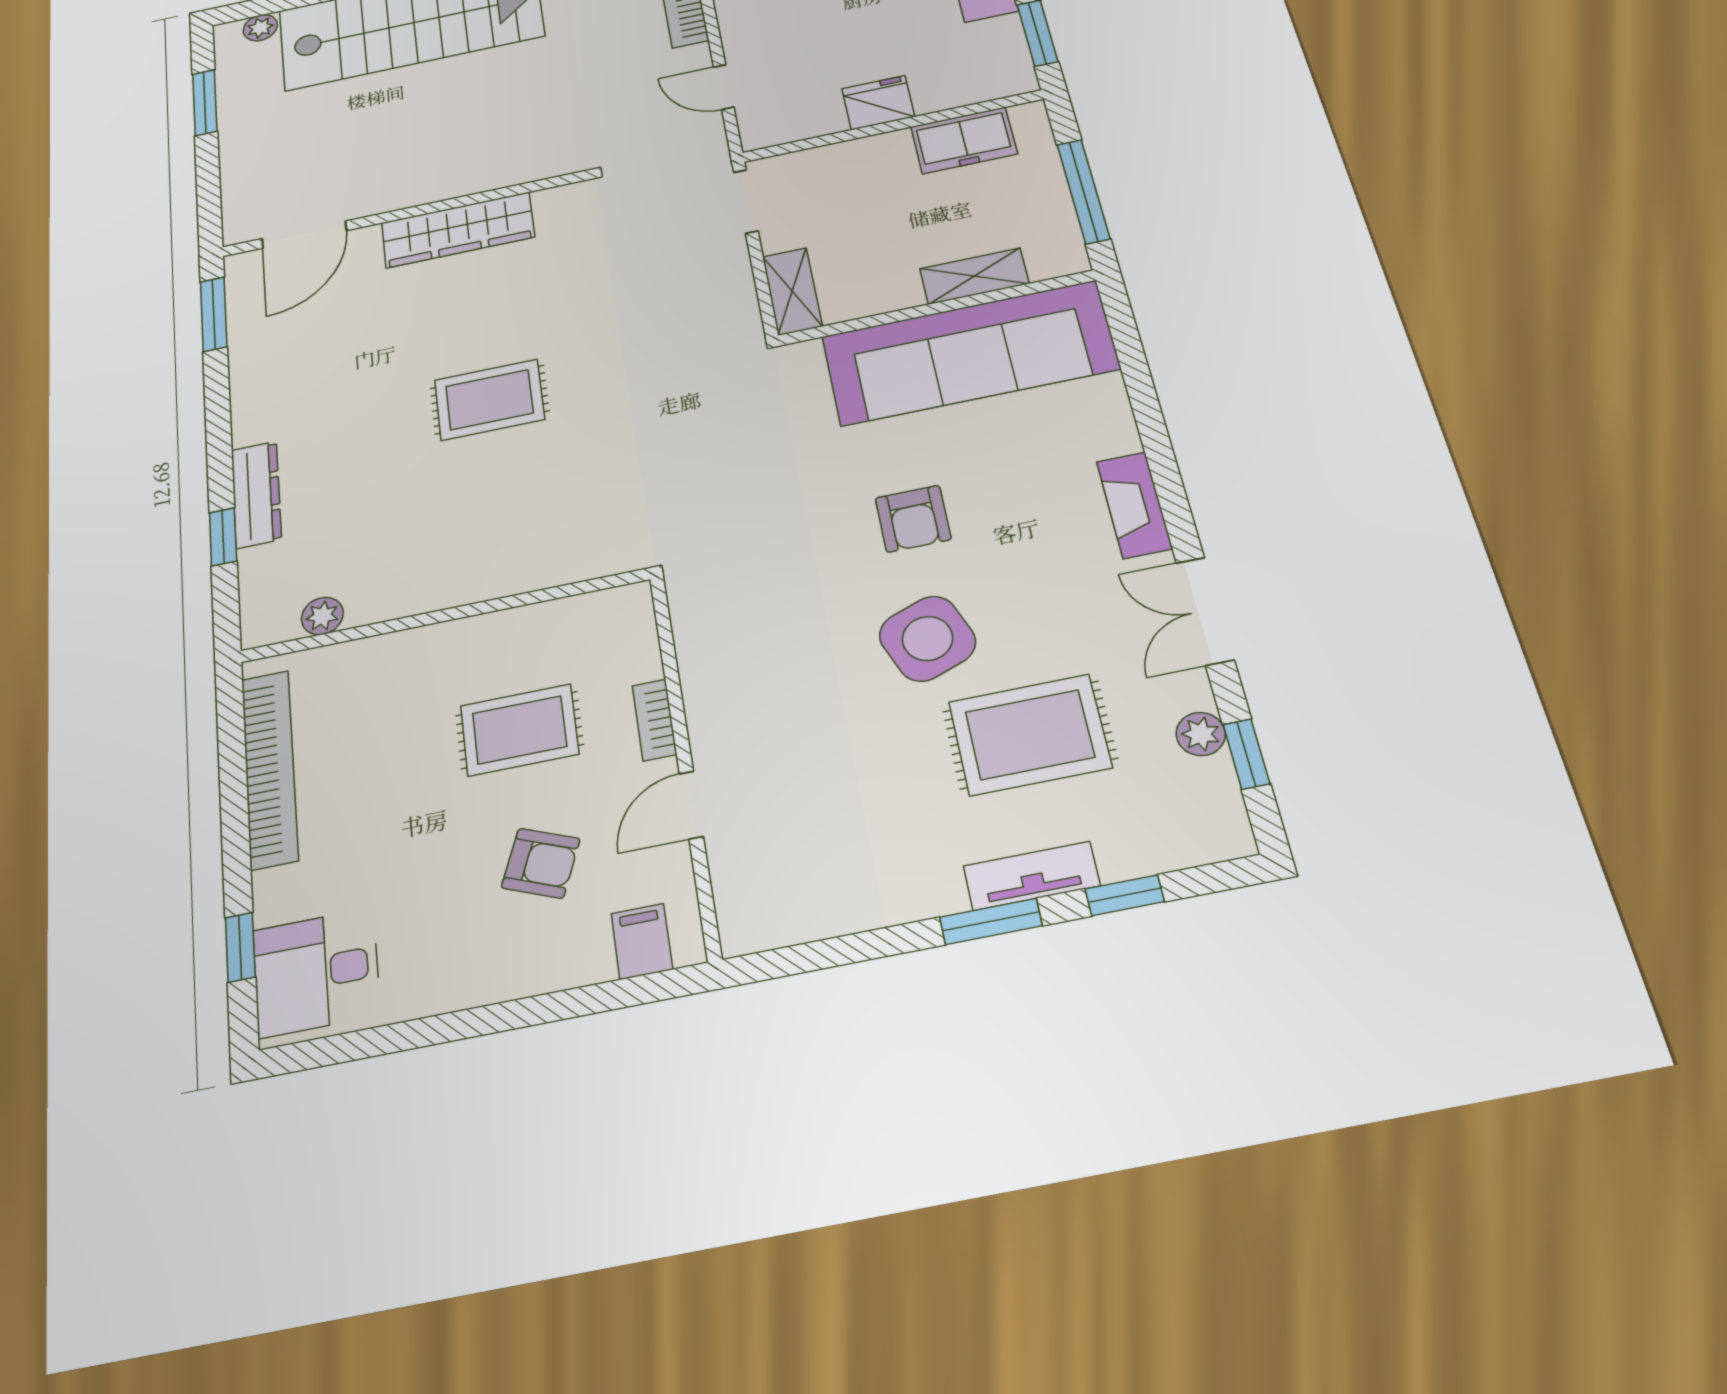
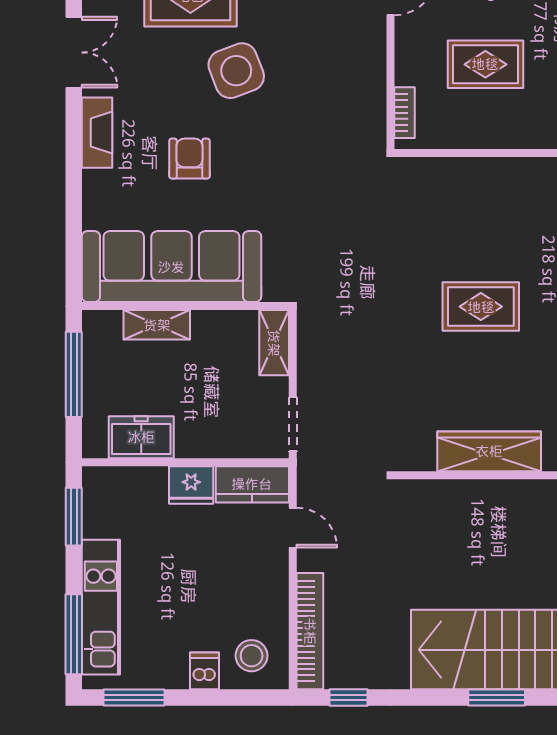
kitchen counter: (791, 122) -> (252, 484), added
armchair: (913, 519) -> (189, 159), moved
bookcase: (654, 720) -> (405, 113), moved

